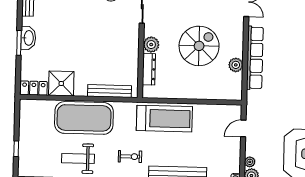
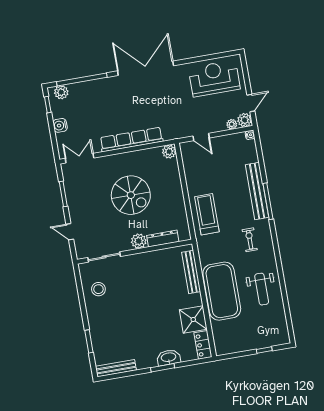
washbasin: (28, 38) -> (169, 358), moved
spiral stairs: (199, 46) -> (131, 195), turned 180
plant: (236, 65) -> (169, 152), moved
treadmill: (164, 119) -> (207, 214), width x0.73, depth x0.73

